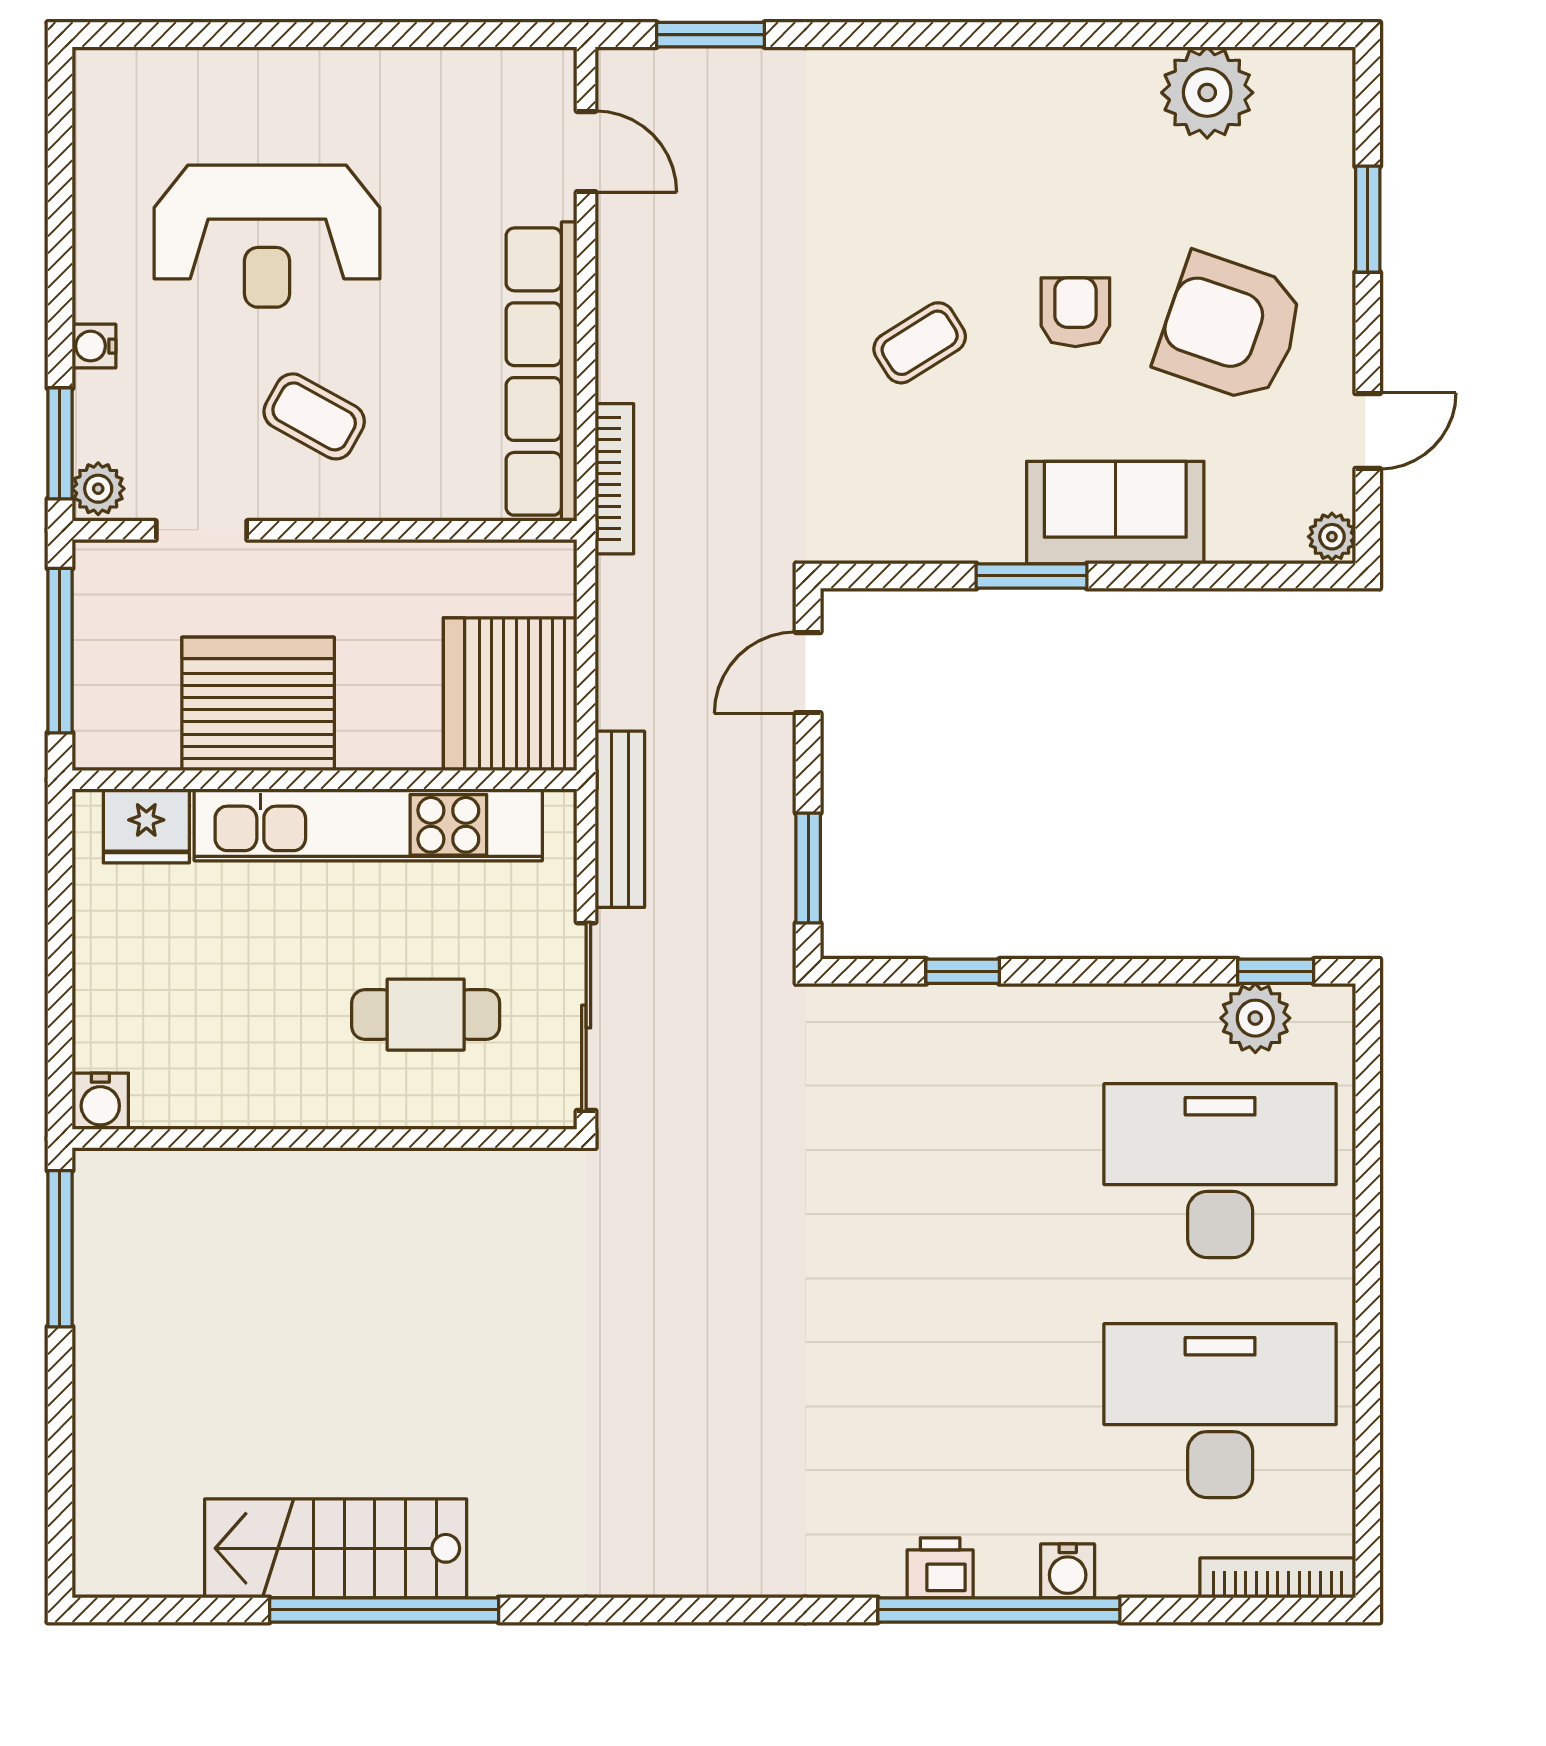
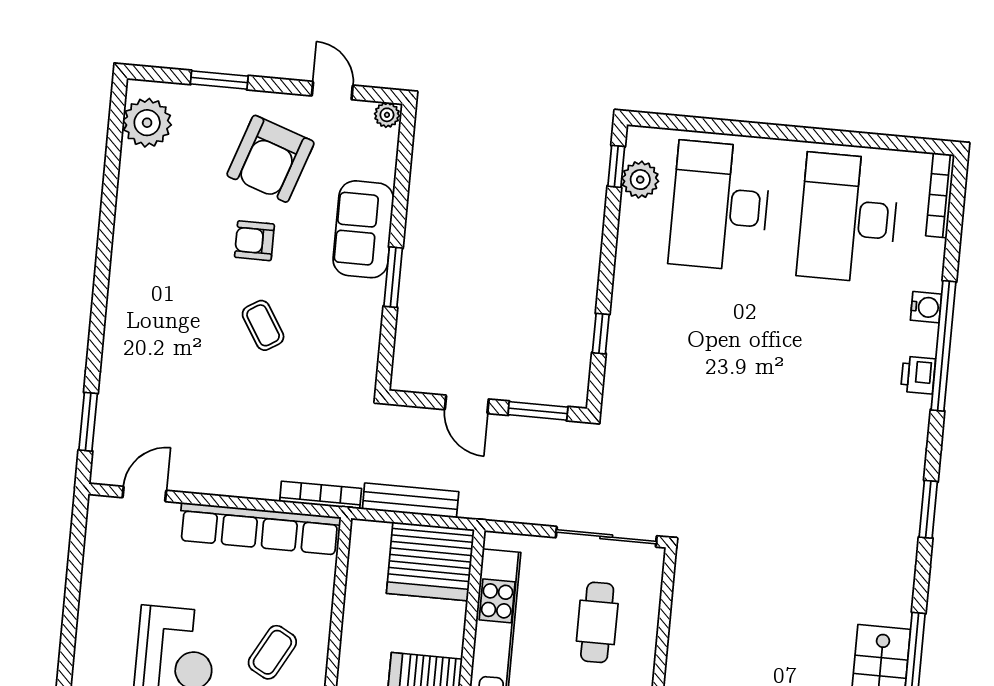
plant: (1207, 93) -> (147, 123), moved
door: (808, 673) -> (467, 404), moved
bench: (620, 819) -> (411, 500), moved
window: (693, 1610) -> (928, 509), added

